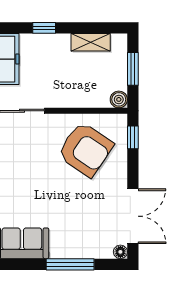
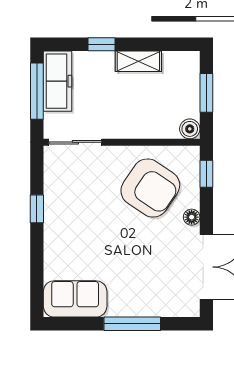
shelving: (91, 42) -> (138, 61), moved
floor lamp: (120, 252) -> (192, 217), moved

